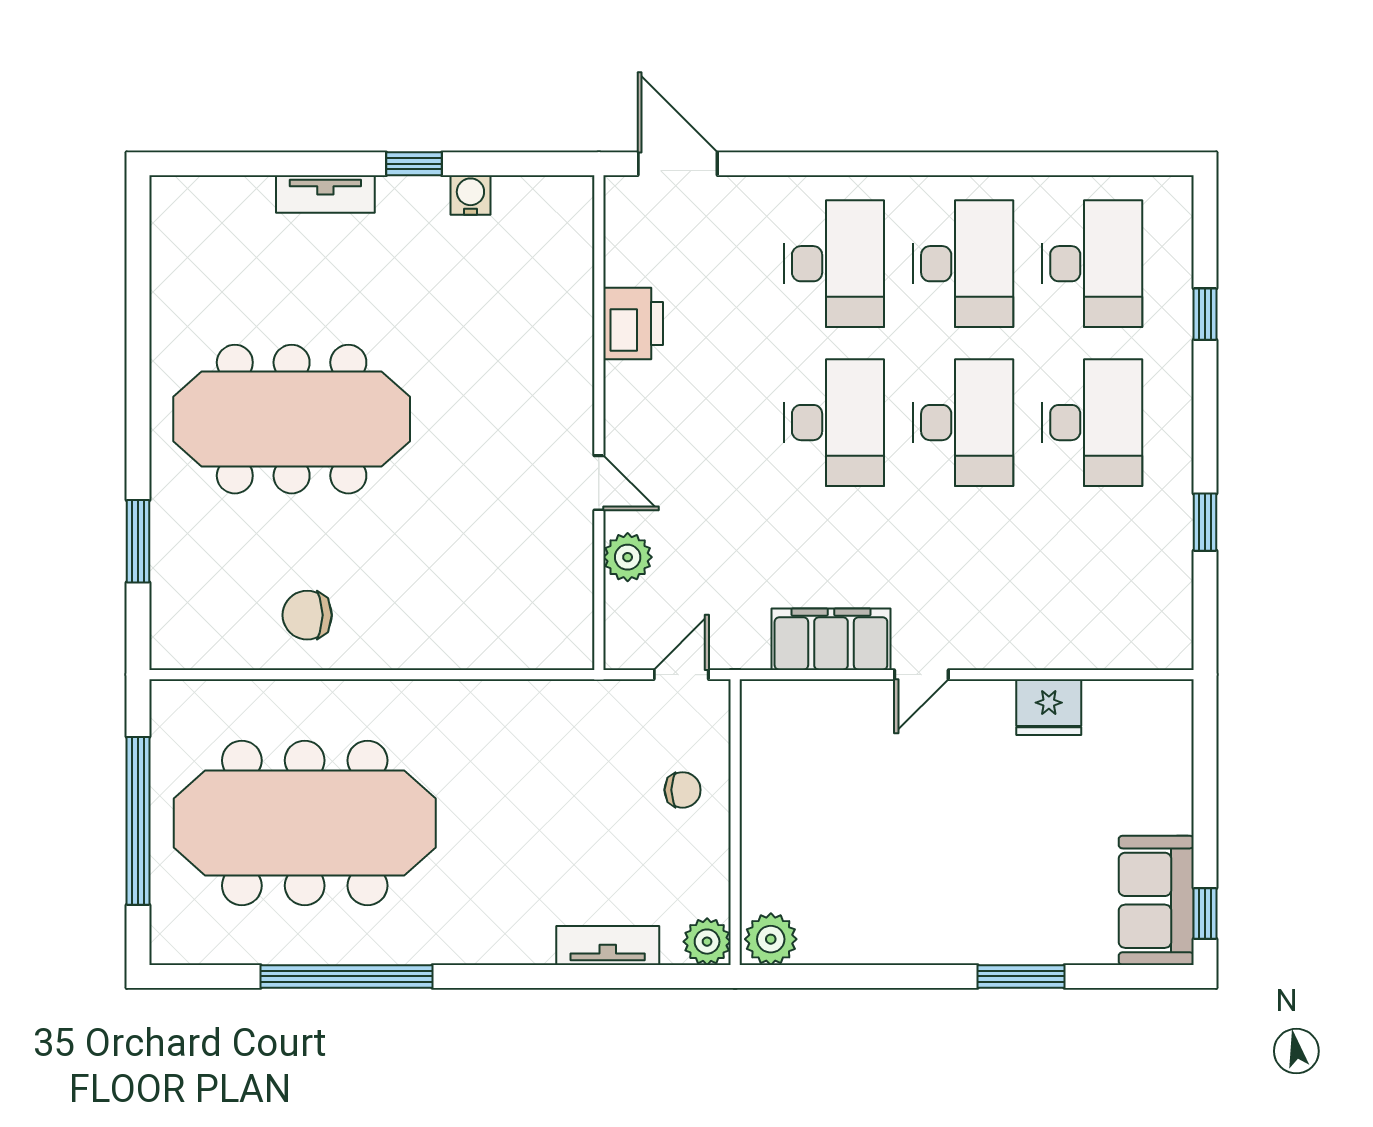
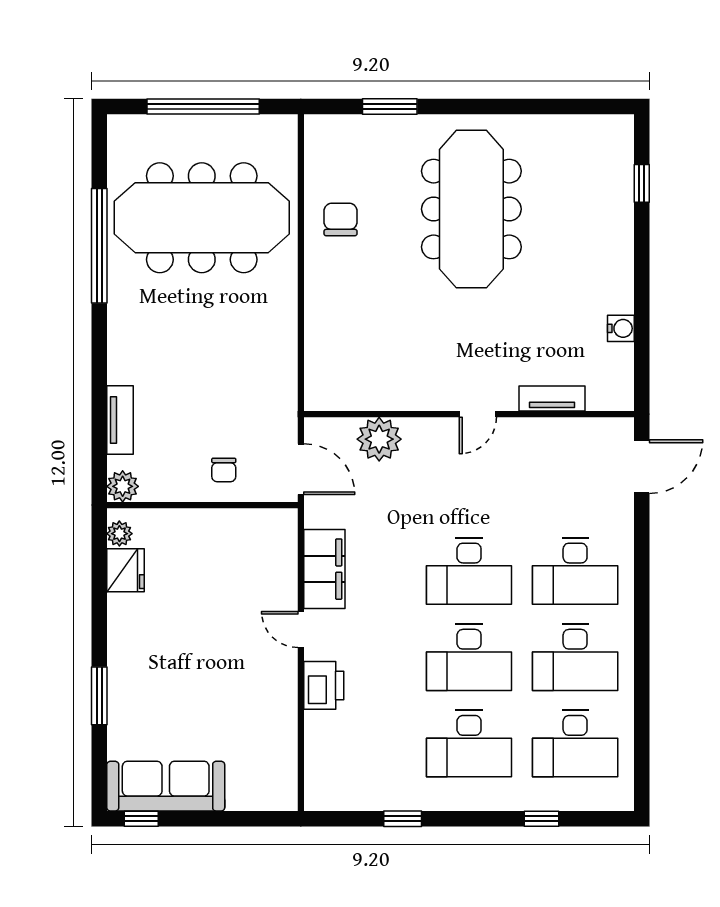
window: (414, 164) -> (642, 183), moved
tv unit: (325, 194) -> (552, 399), moved, turned 90
printer: (633, 323) -> (324, 685), moved, turned -90
door: (599, 483) -> (478, 414), moved
plant: (628, 557) -> (379, 439), width x1.36, depth x1.36
door: (681, 675) -> (301, 469), width x1.38
fridge: (1049, 707) -> (126, 570), moved, turned 180
meeting table: (305, 823) -> (202, 218), turned 90
sofa: (1156, 900) -> (166, 786), width x1.36
plant: (771, 939) -> (119, 534), width x0.73, depth x0.73

